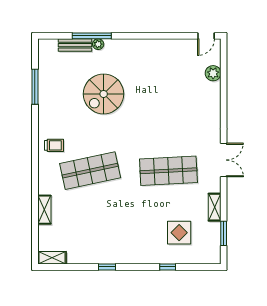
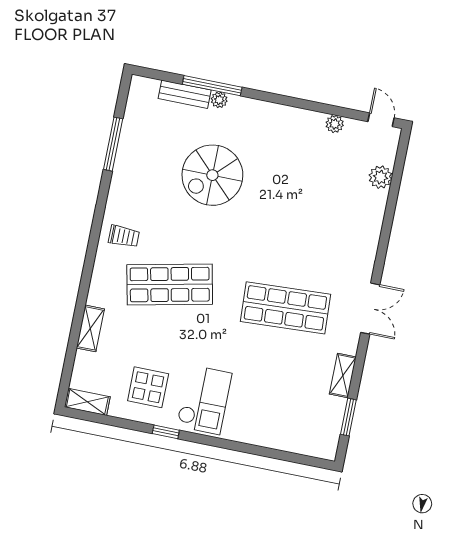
door: (206, 36) -> (381, 120), swing flipped
plant: (176, 45) -> (335, 124), added
display table: (179, 233) -> (148, 387), moved
checkout: (128, 241) -> (204, 400), added
window: (168, 267) -> (256, 450), removed

